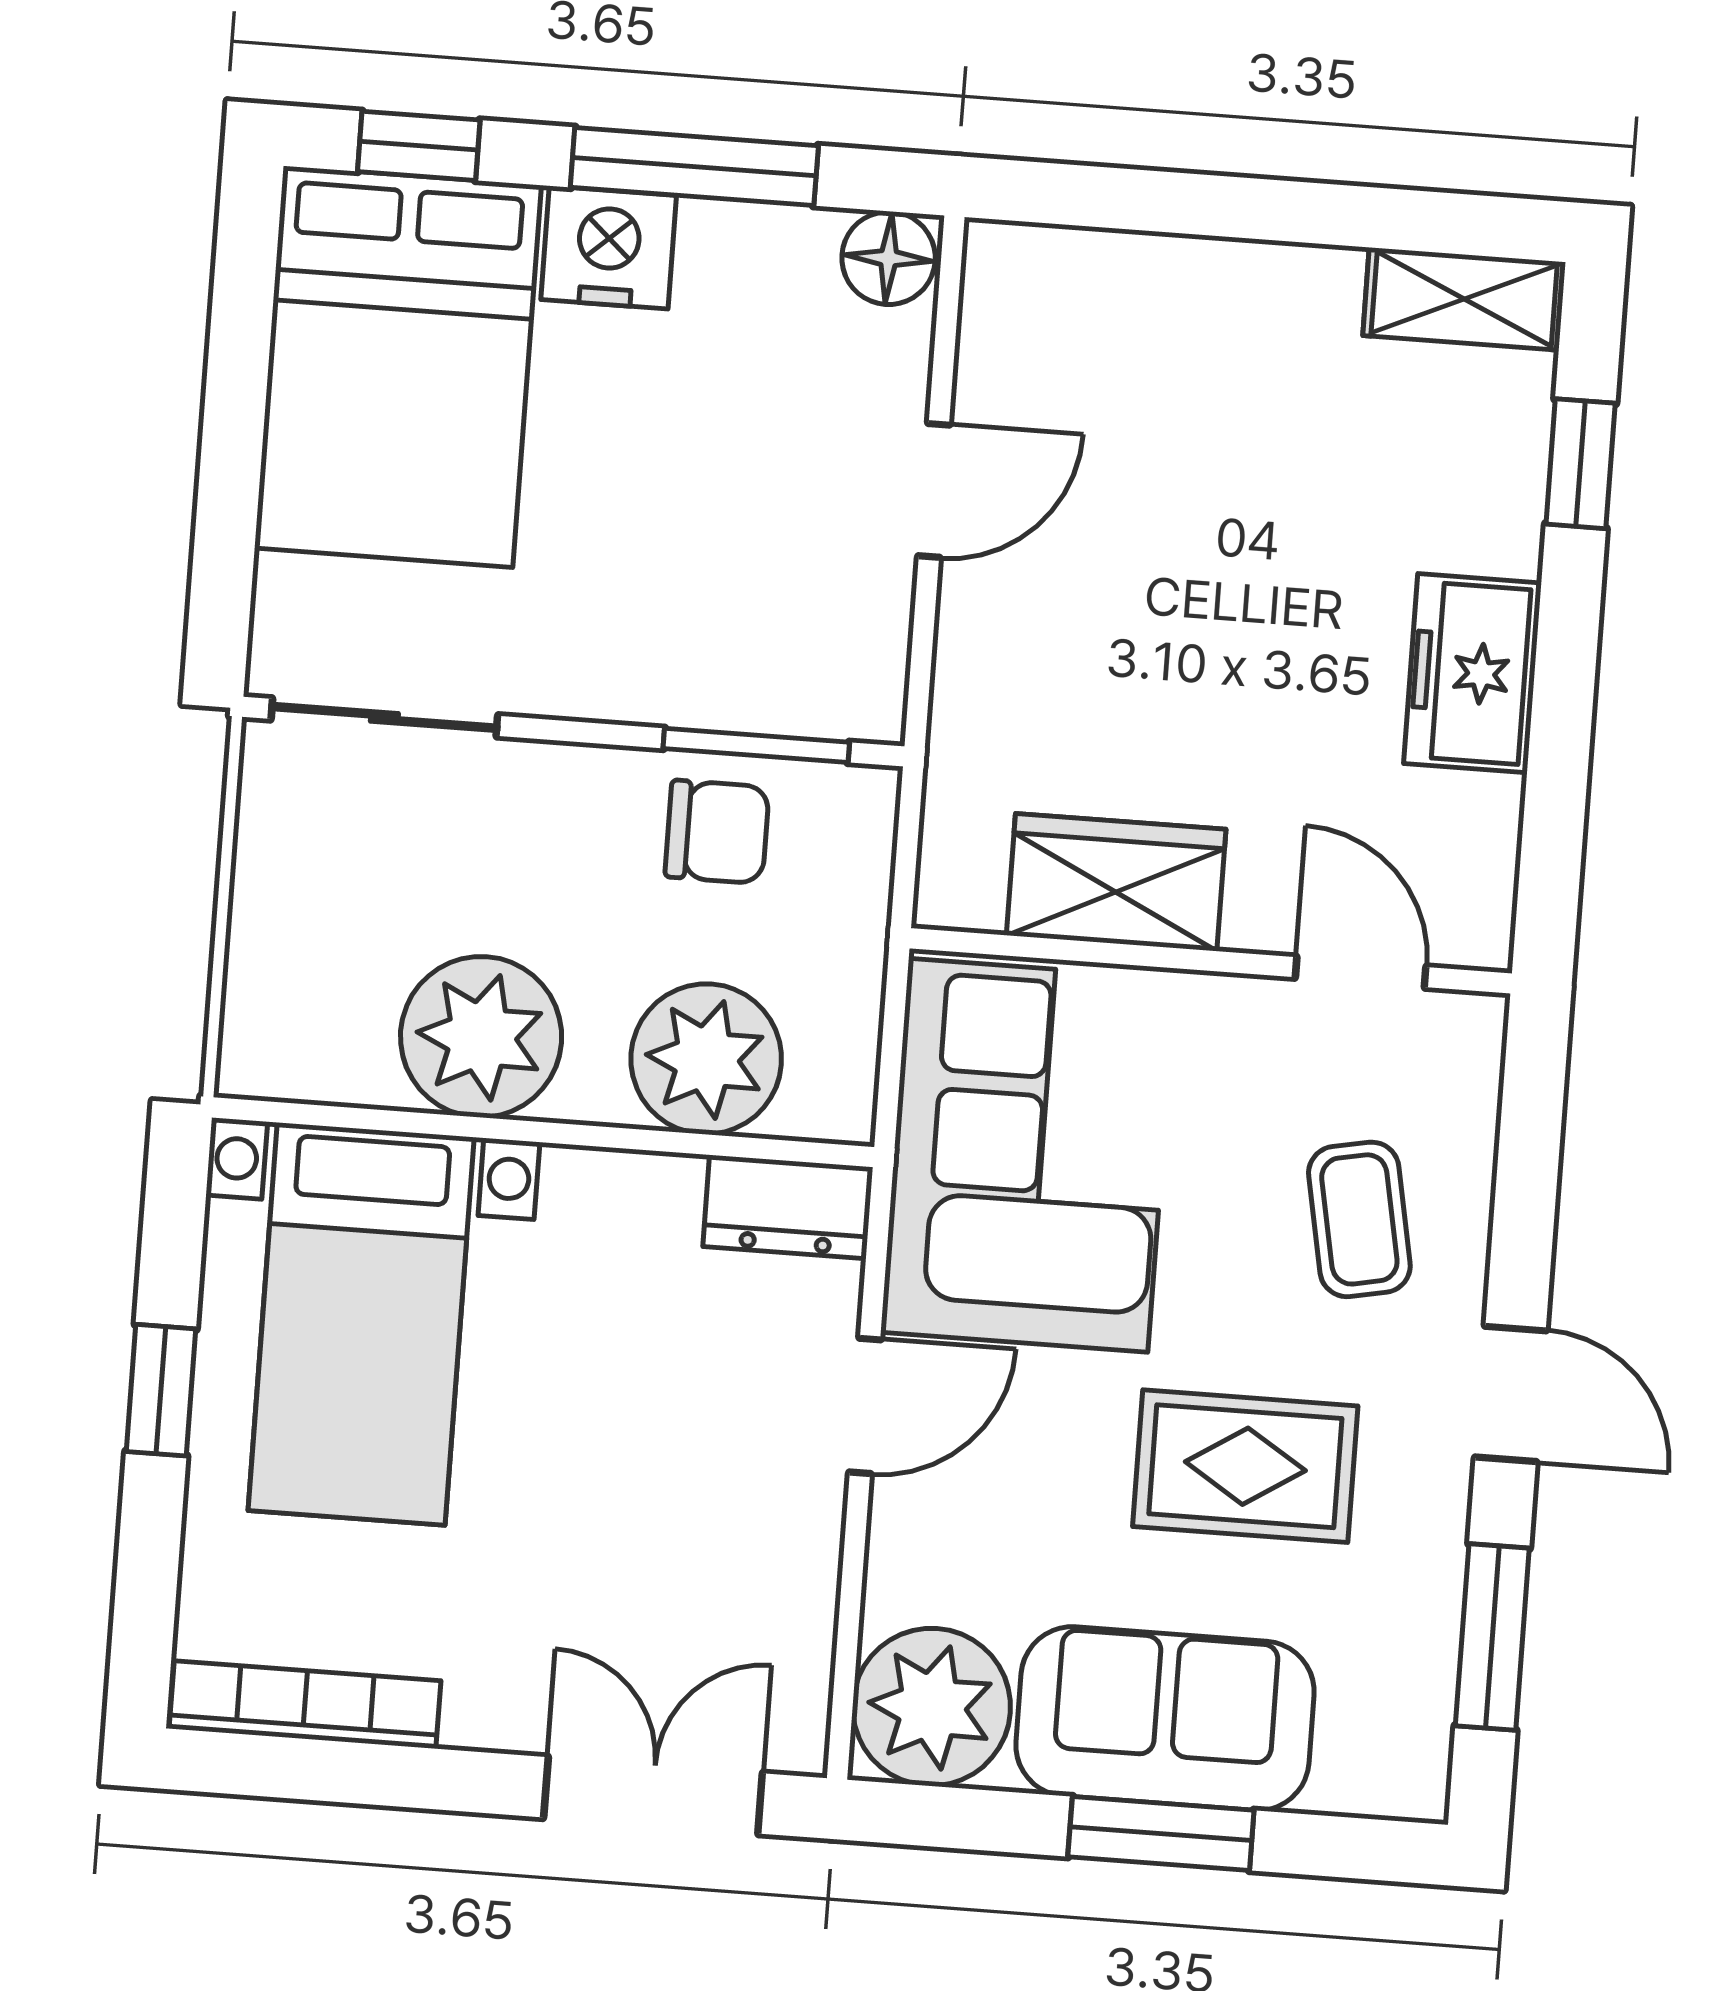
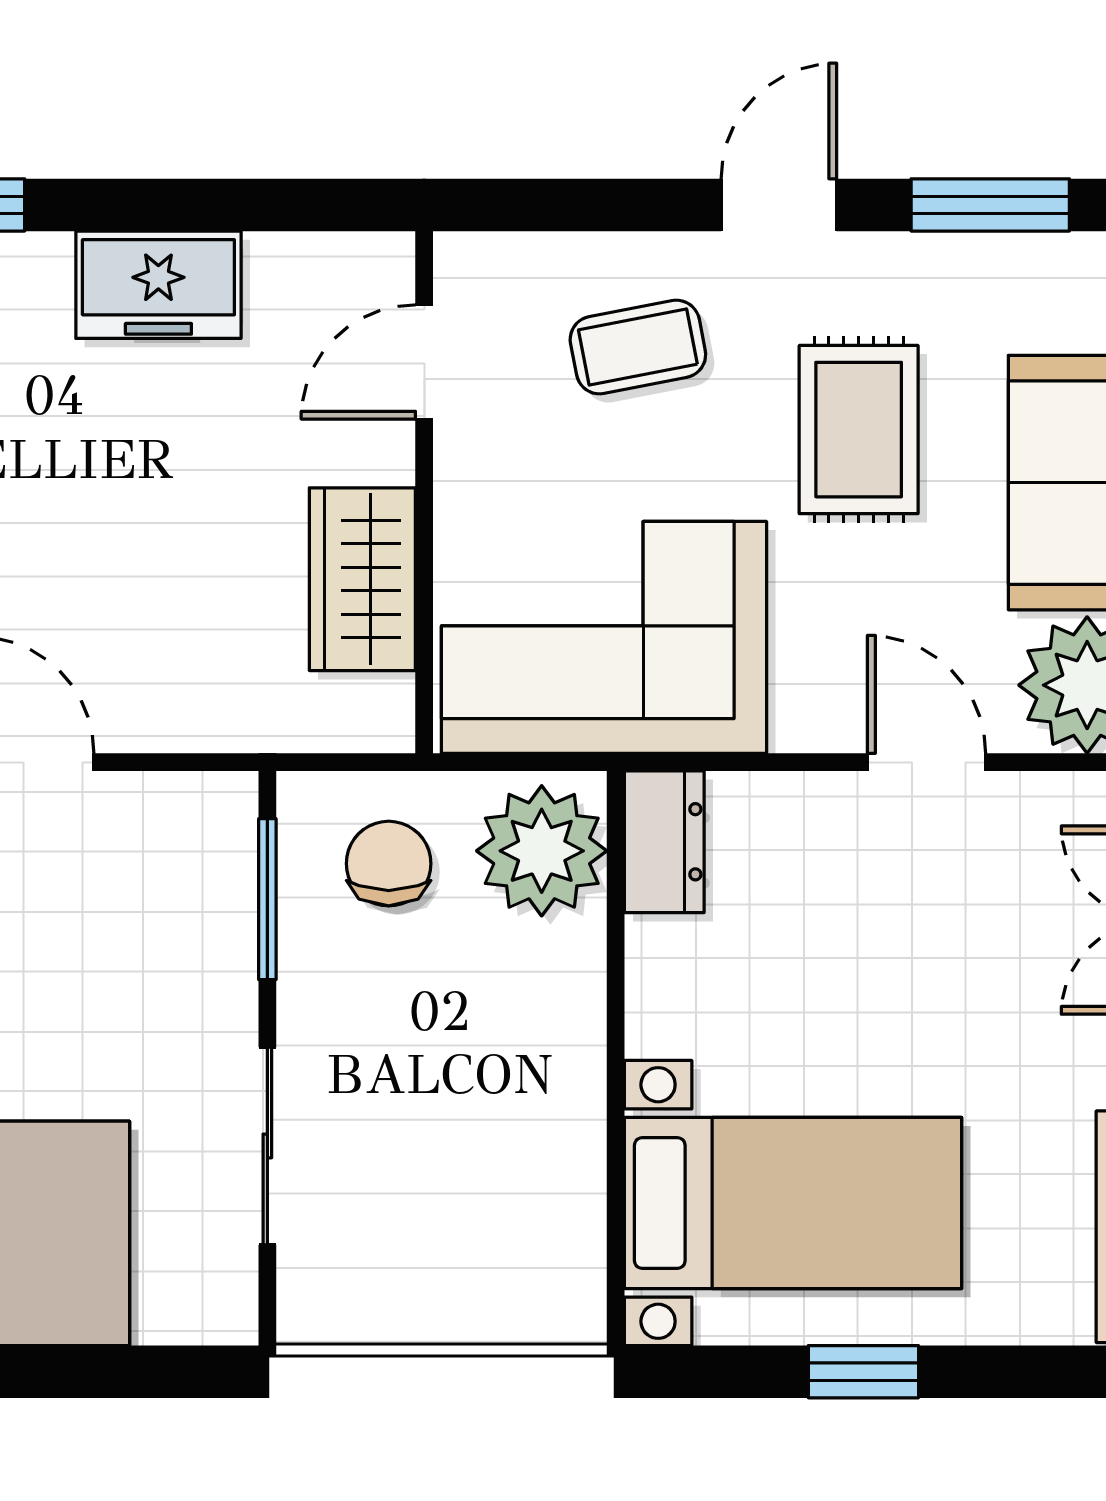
sliding door: (384, 717) -> (267, 1146), moved
chair: (717, 832) -> (389, 864), moved
plant: (481, 1037) -> (537, 1118), removed
plant: (706, 1059) -> (542, 851), moved
door: (865, 1406) -> (927, 762), moved

